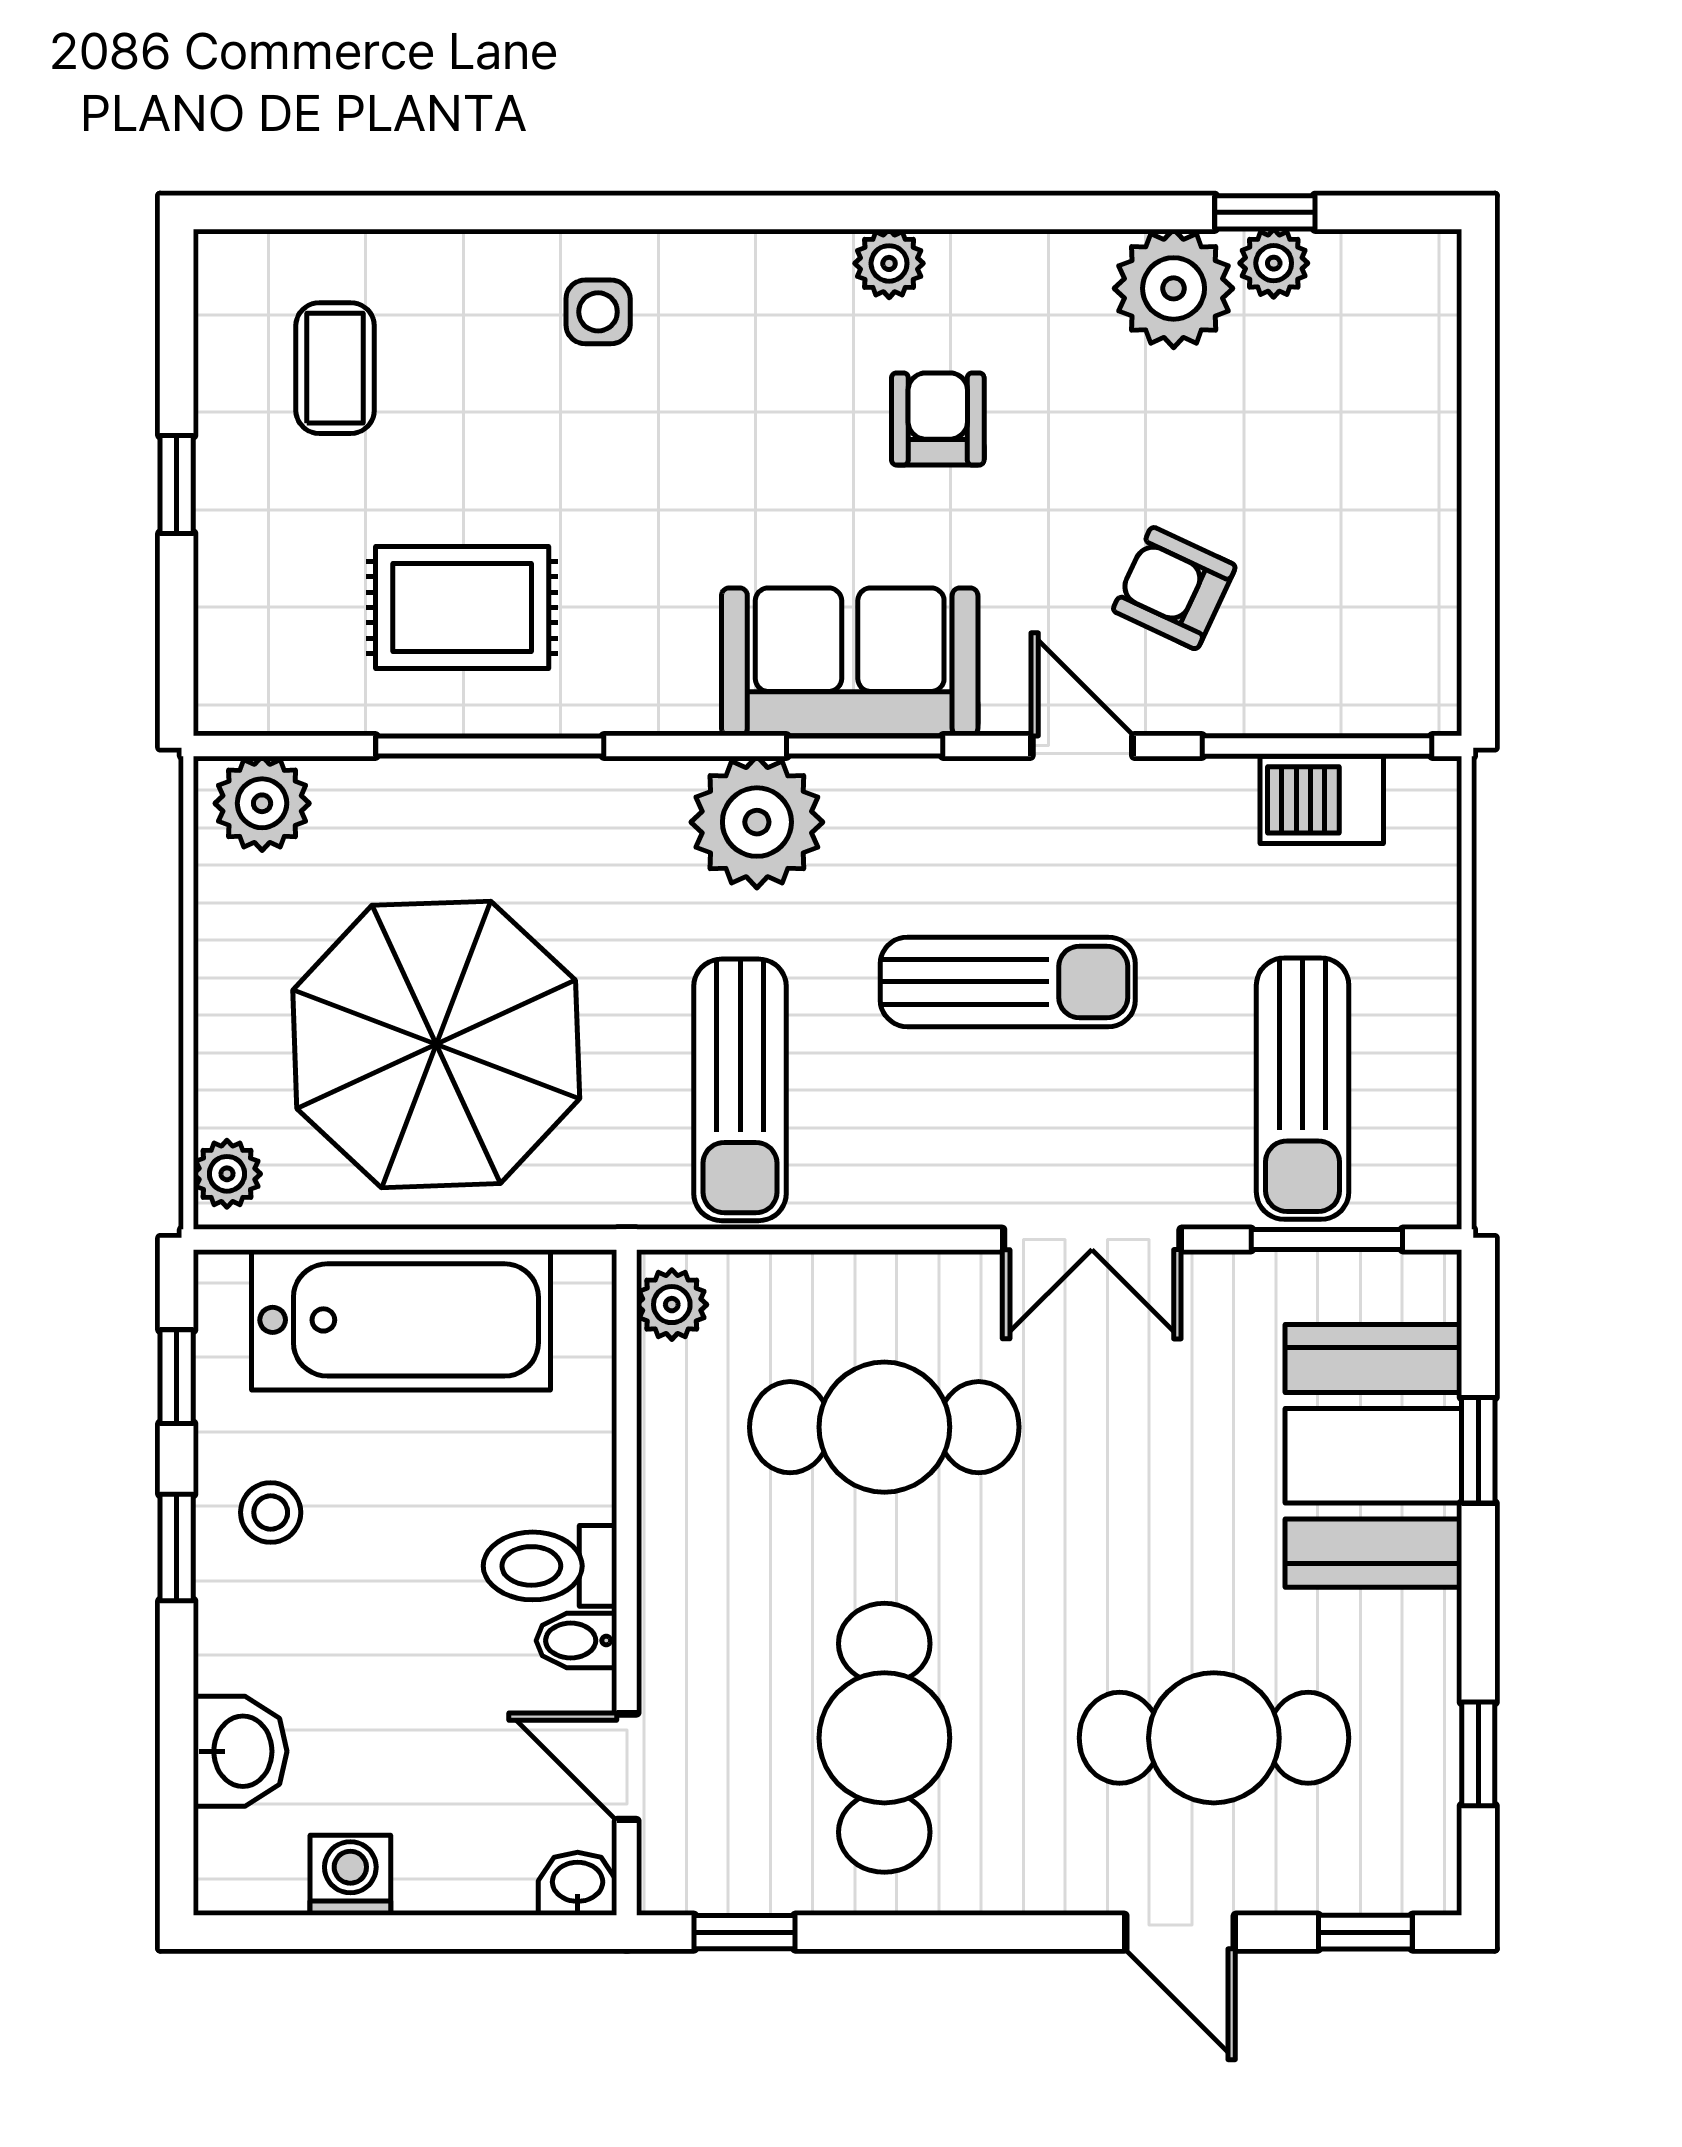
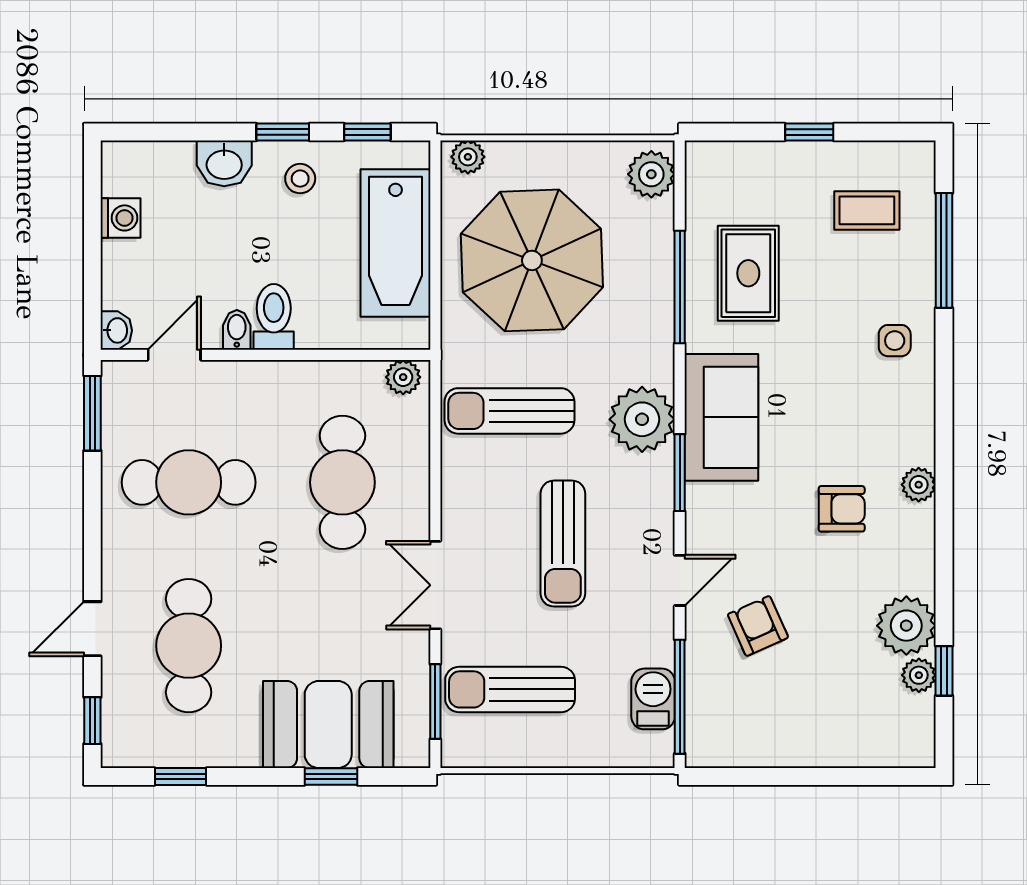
window: (416, 212) -> (944, 250), added
armchair: (1174, 588) -> (758, 626), turned -49
sofa: (850, 662) -> (721, 417), moved
washbasin: (240, 1751) -> (224, 163), moved
window: (745, 1932) -> (92, 413), width x1.50

